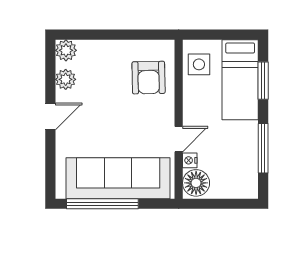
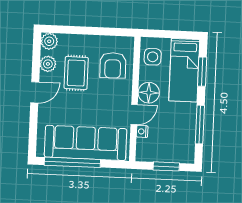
rug: (102, 89) -> (76, 73), added
floor lamp: (196, 183) -> (149, 93), moved
window: (222, 204) -> (166, 166), added

